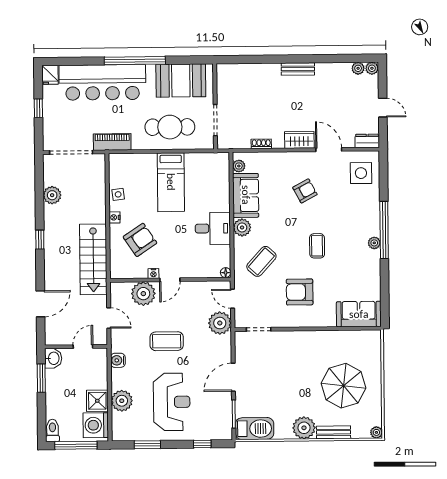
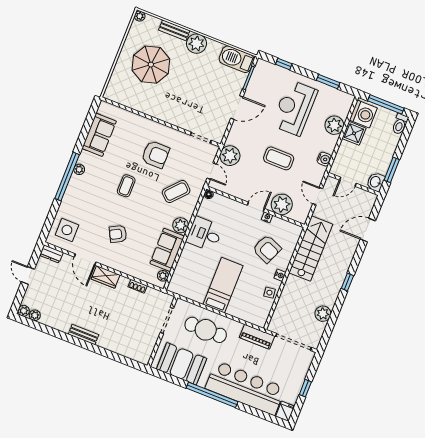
armchair: (140, 240) -> (267, 249), turned -123
sofa: (359, 314) -> (99, 135), moved, turned -90

